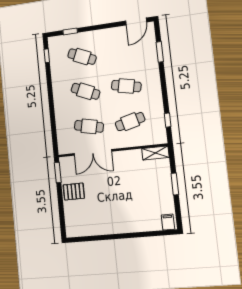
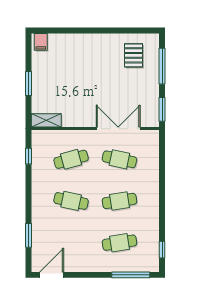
window: (70, 31) -> (131, 275), width x2.17
cafe table: (82, 57) -> (119, 243), turned -33
cafe table: (85, 91) -> (119, 201), turned -33
pallet: (74, 192) -> (134, 55), moved, turned 90
window: (61, 210) -> (162, 66), added

